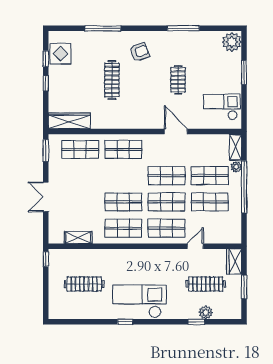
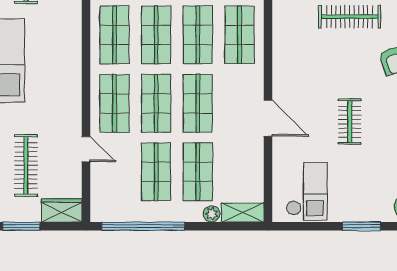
clothes rail: (178, 80) -> (350, 122), turned 90
door: (176, 131) -> (268, 118), hinge flipped
shop shelf: (123, 176) -> (198, 35), added
window: (244, 187) -> (143, 226), moved

